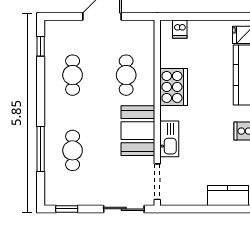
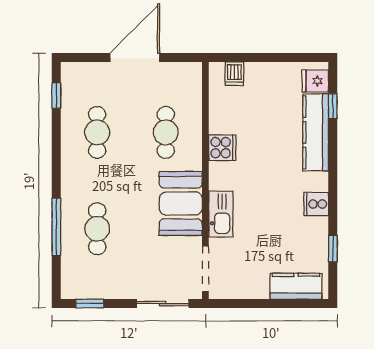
cooker: (174, 87) -> (222, 148), width x0.53, depth x0.76

